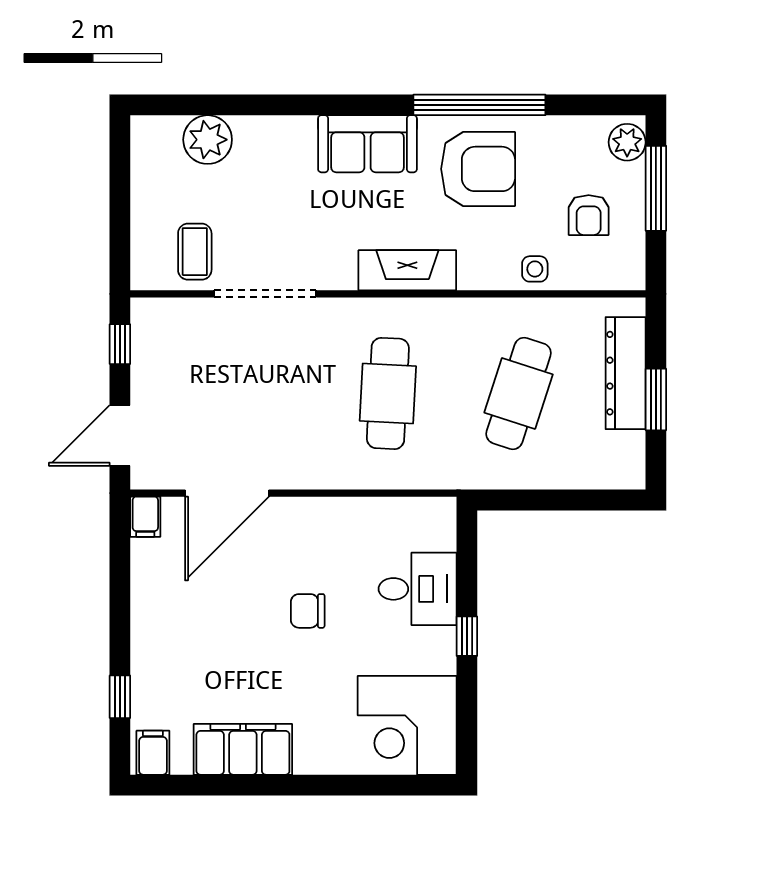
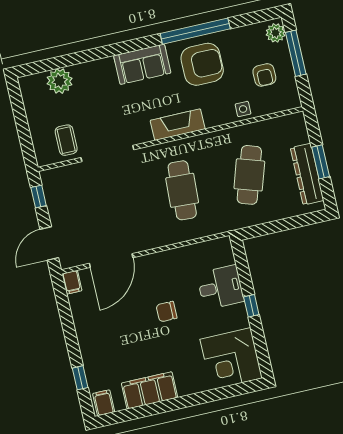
dresser: (626, 373) -> (307, 174), moved

